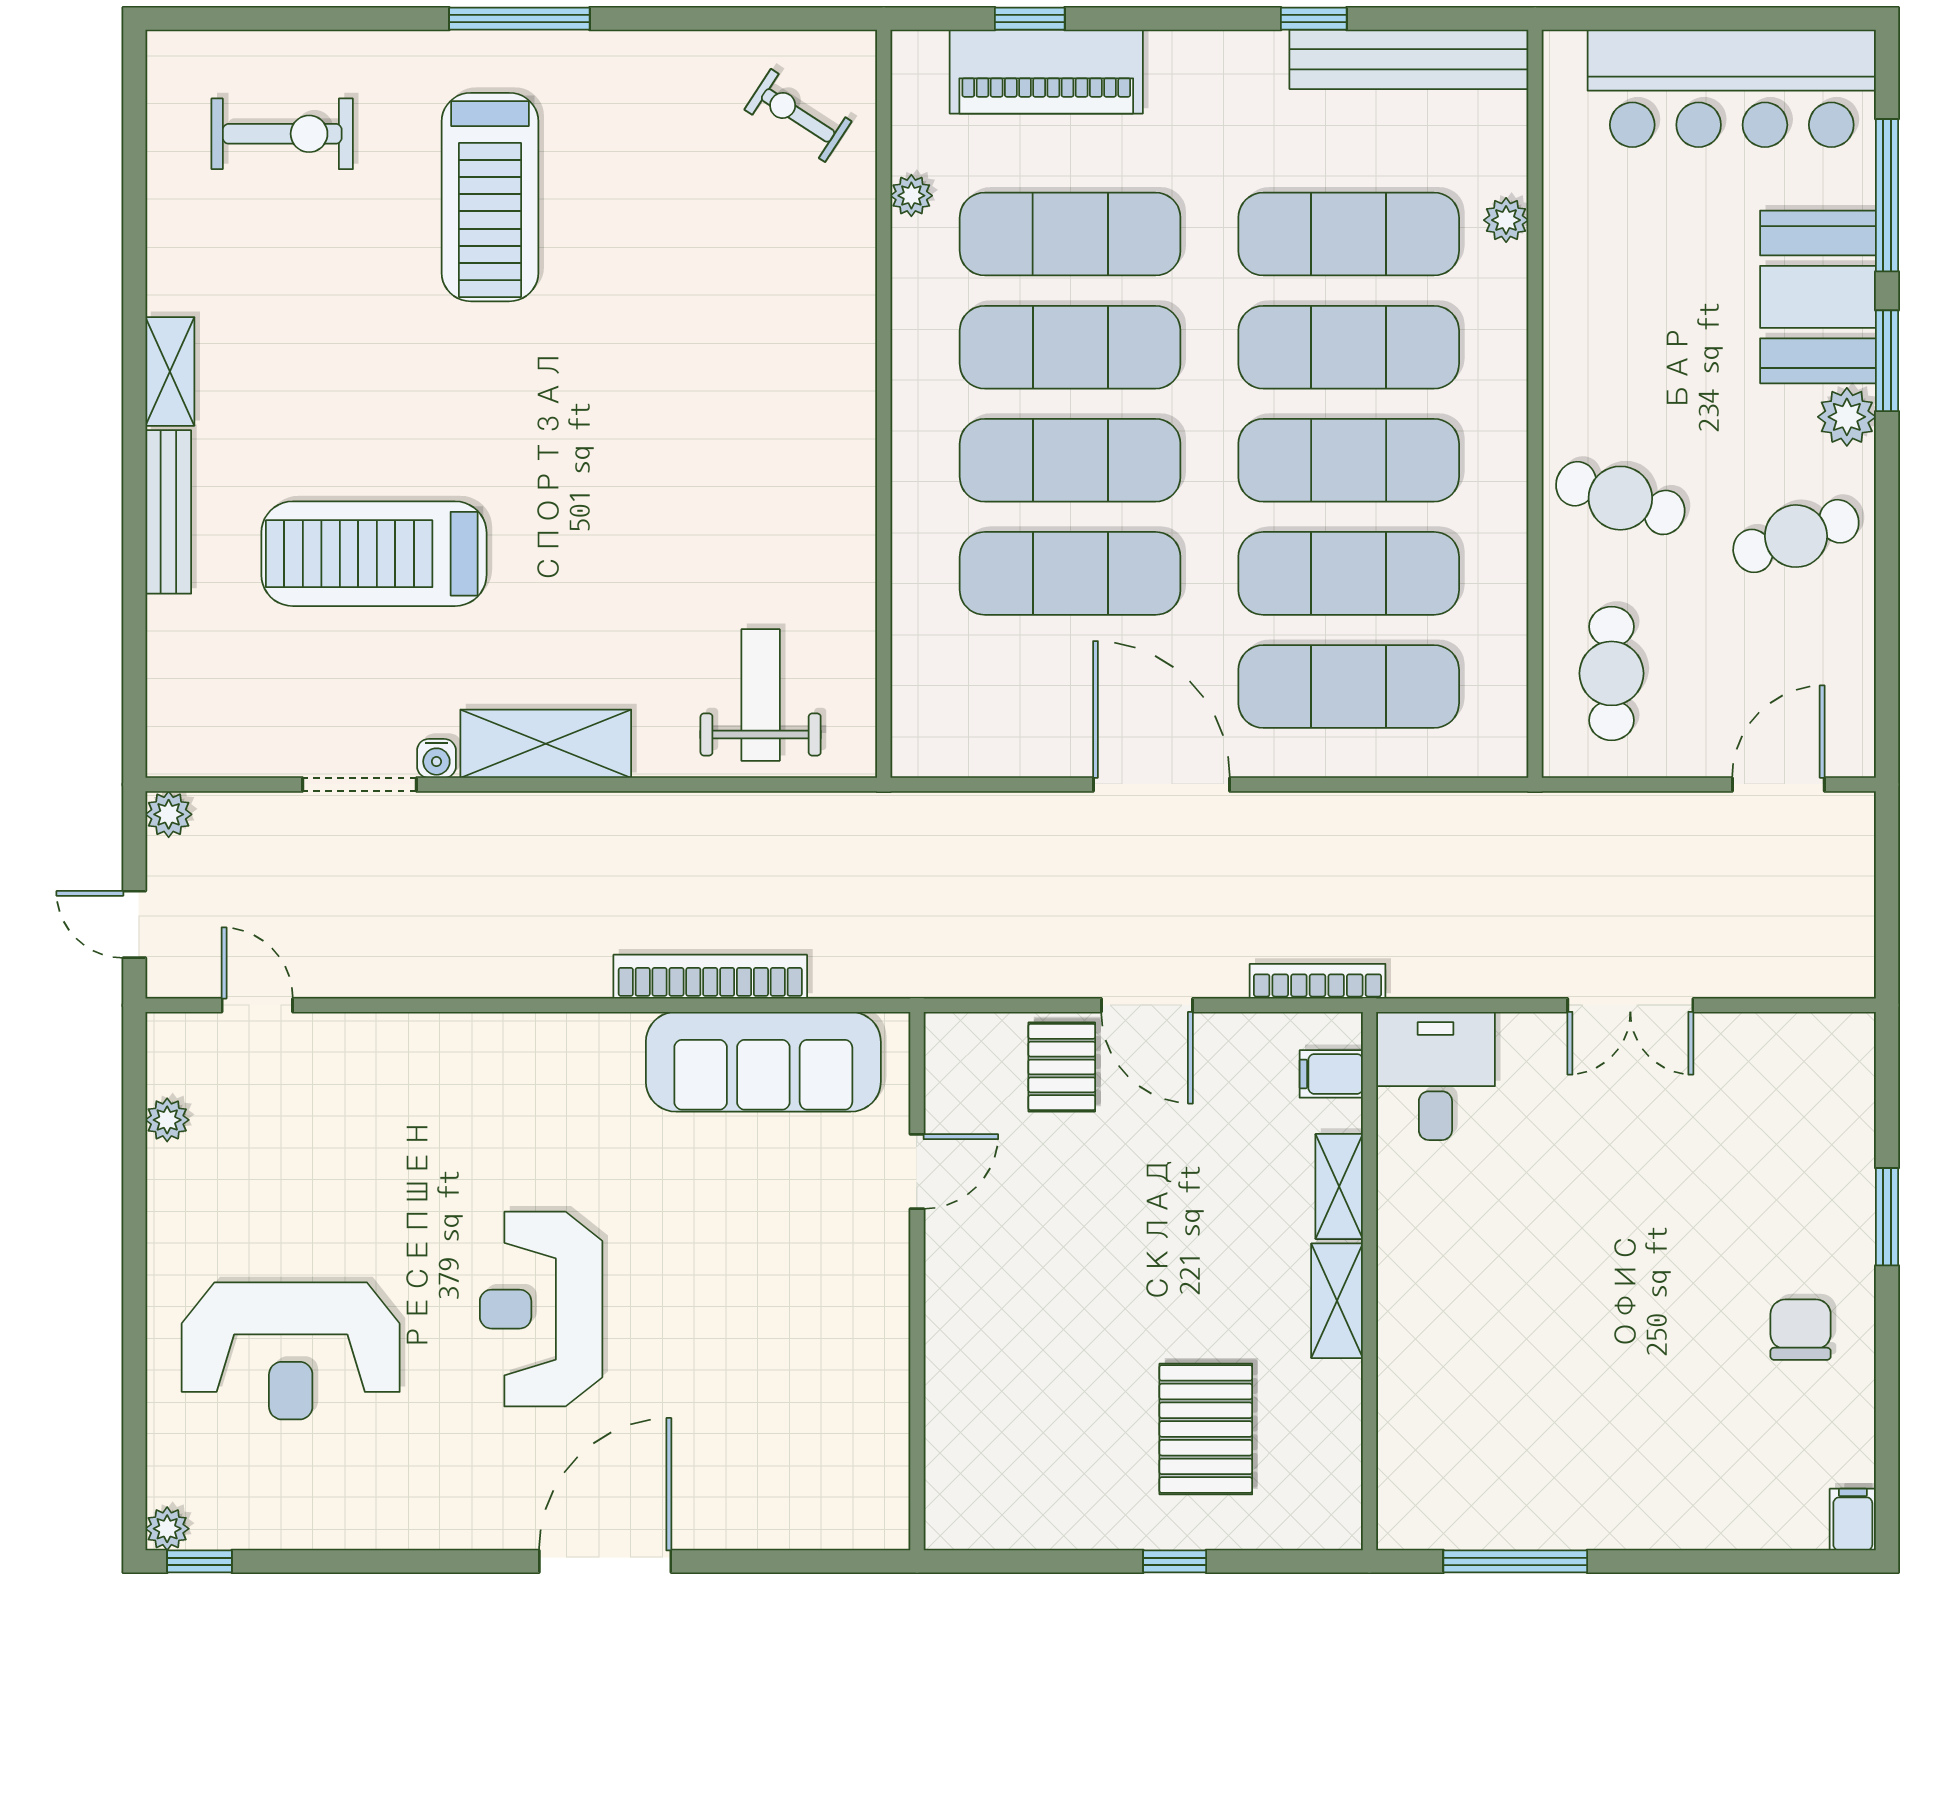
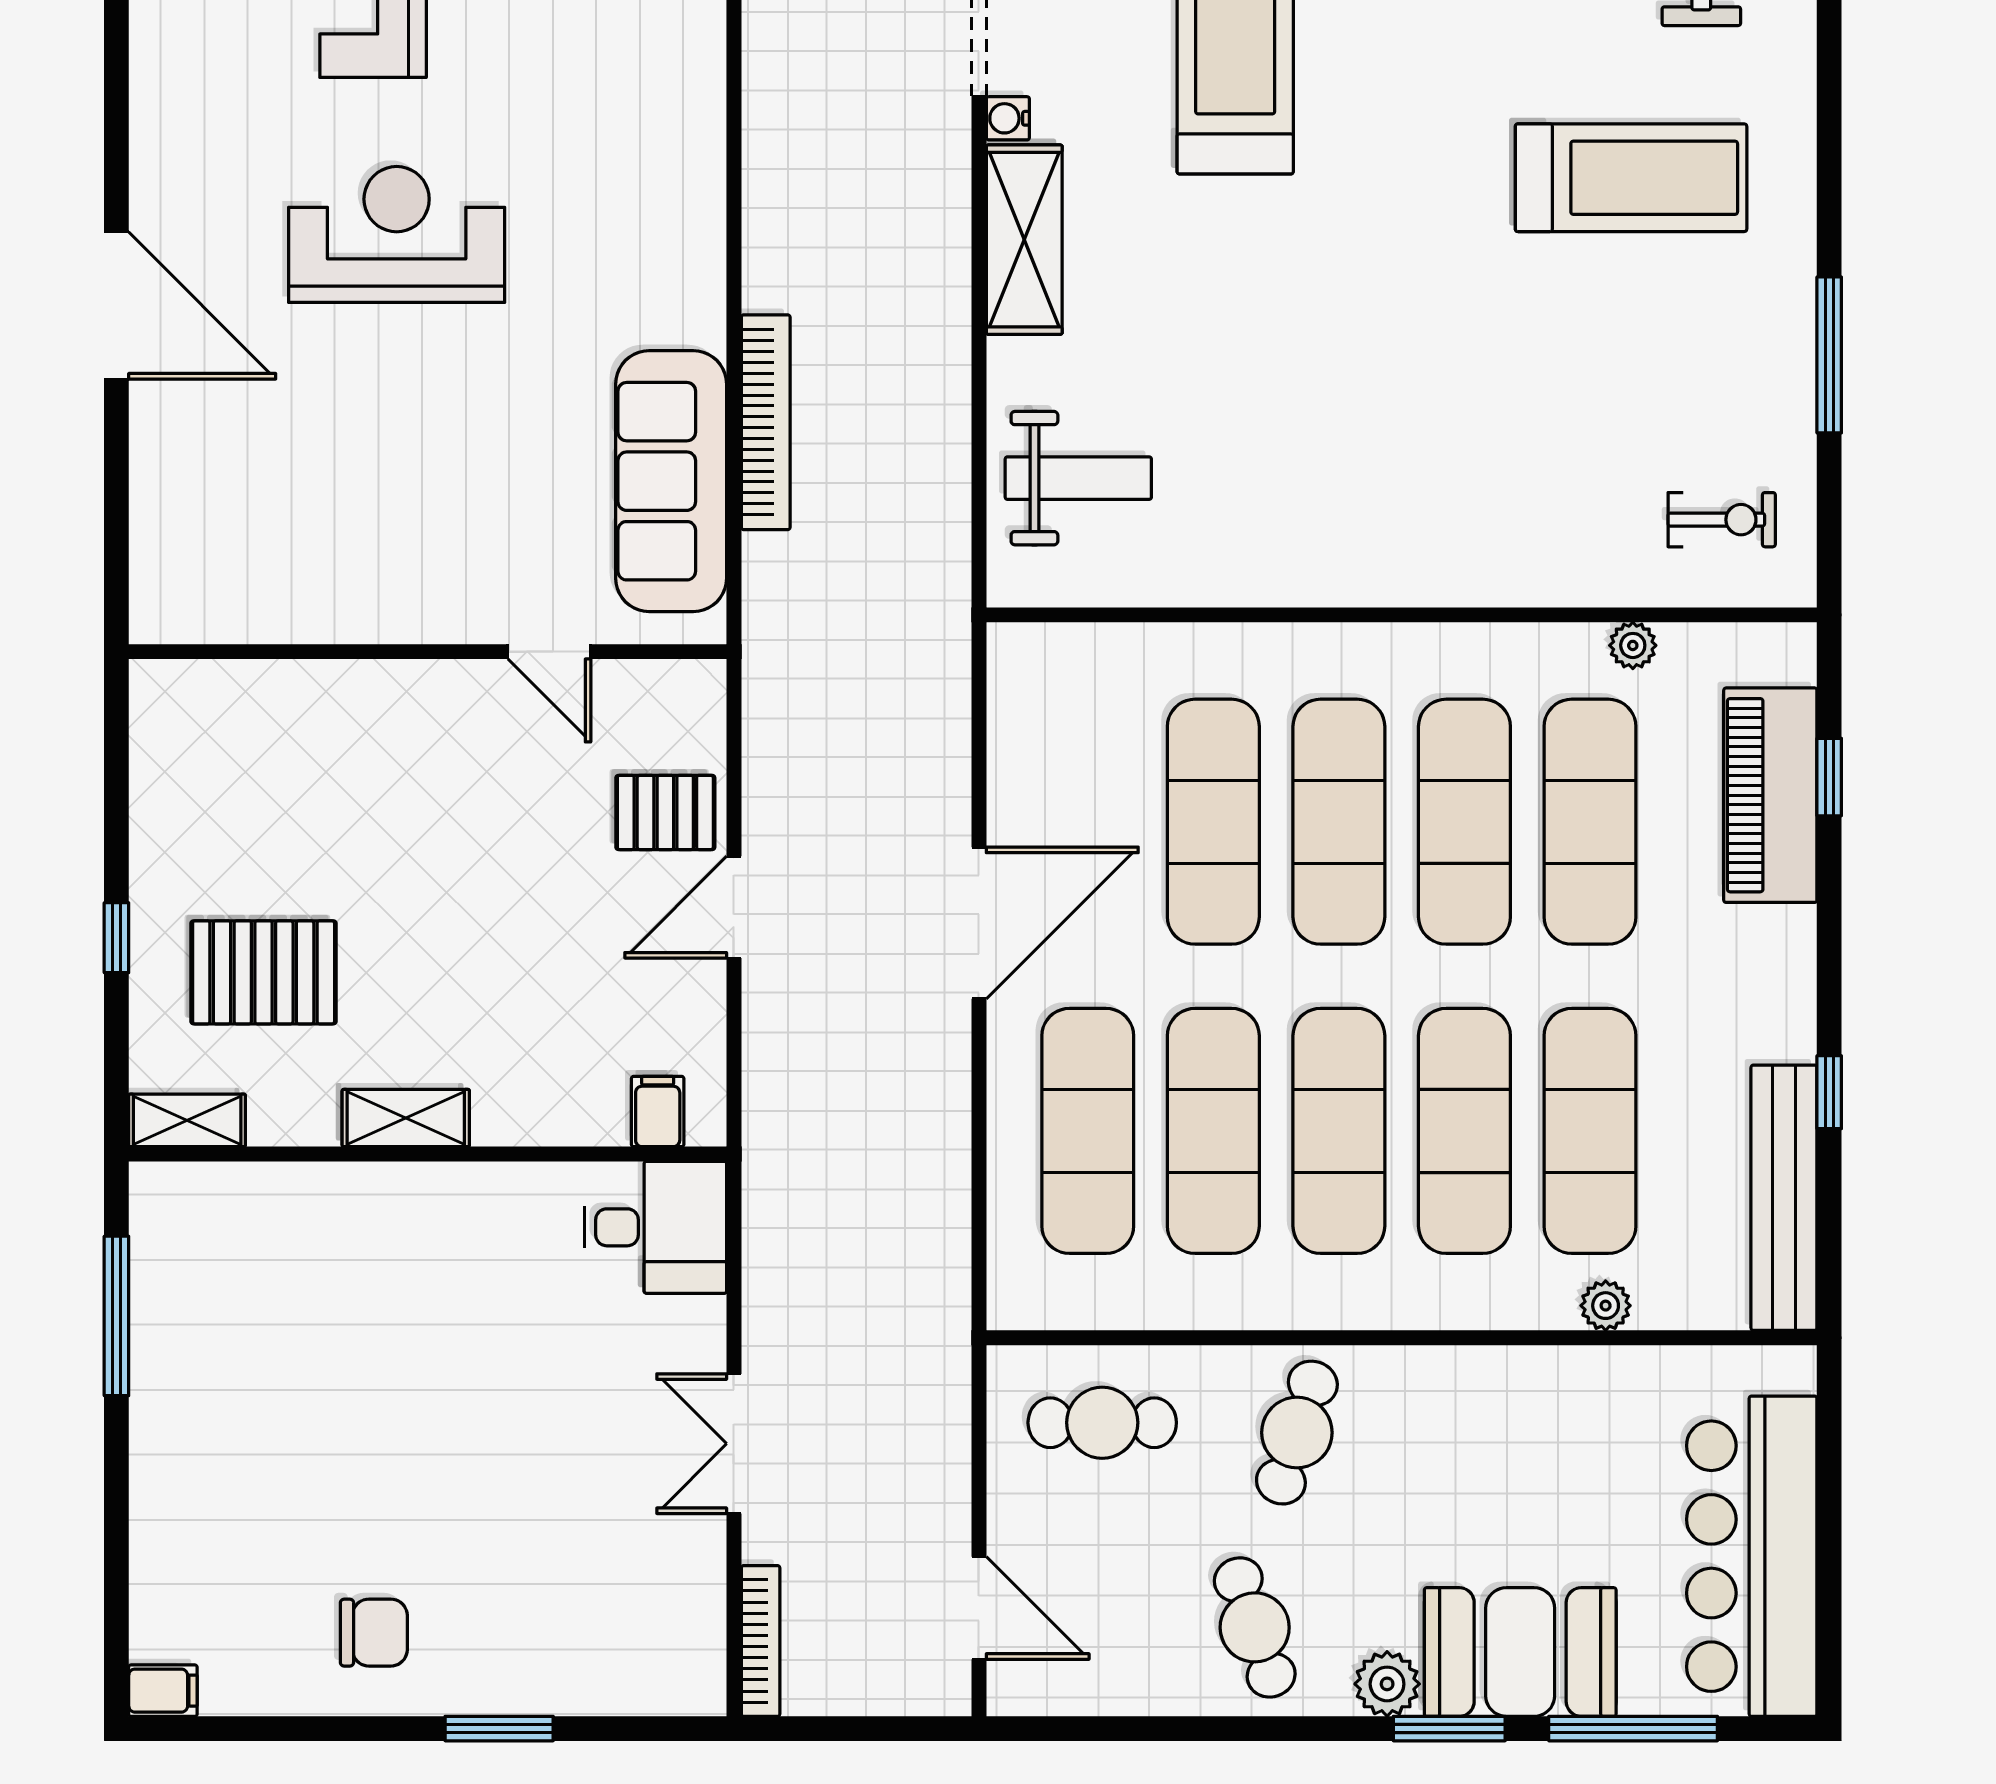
window: (519, 19) -> (1829, 355), moved
exercise bike: (798, 115) -> (1722, 520), turned 57
treadmill: (490, 197) -> (1631, 178), turned 180
bookcase: (1318, 981) -> (761, 1641), moved
shelving: (1339, 1186) -> (187, 1120), moved

